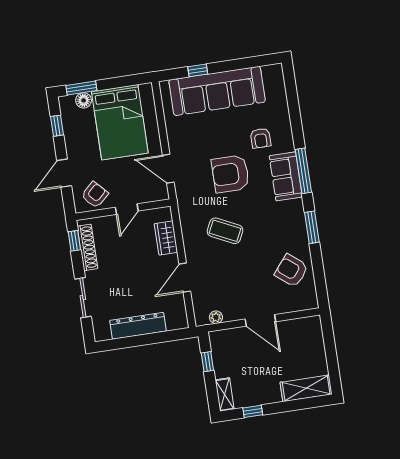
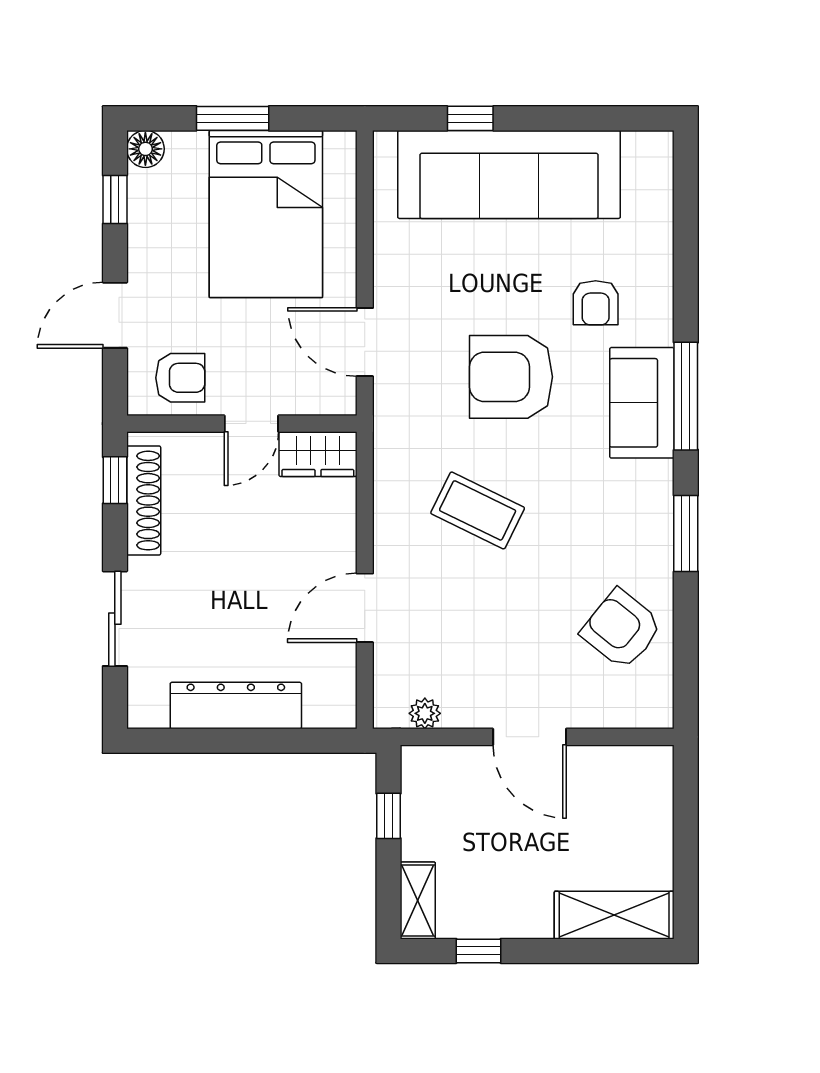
window: (81, 88) -> (233, 118), moved
floor lamp: (84, 100) -> (145, 149), moved
armchair: (95, 195) -> (180, 378), turned 43
wardrobe: (166, 238) -> (318, 454), moved, turned -90

